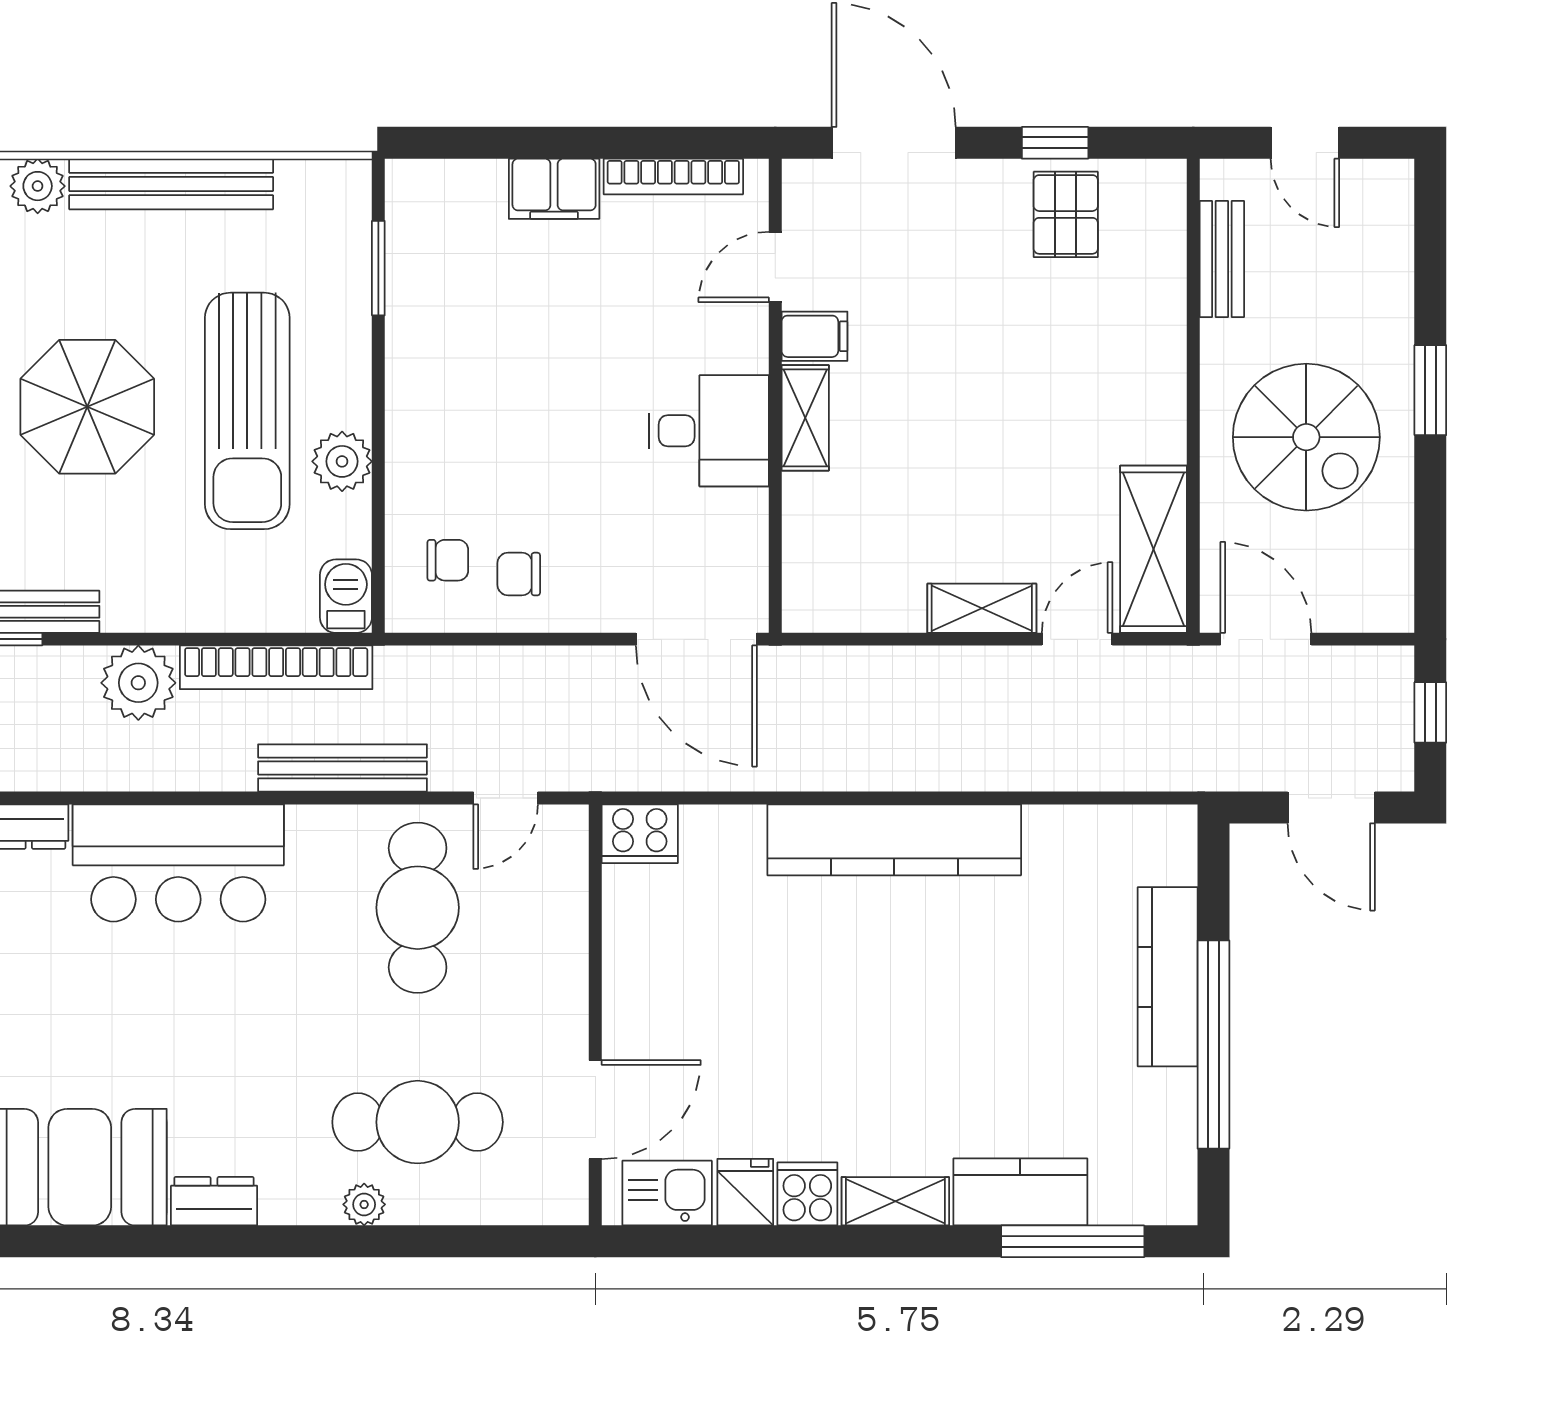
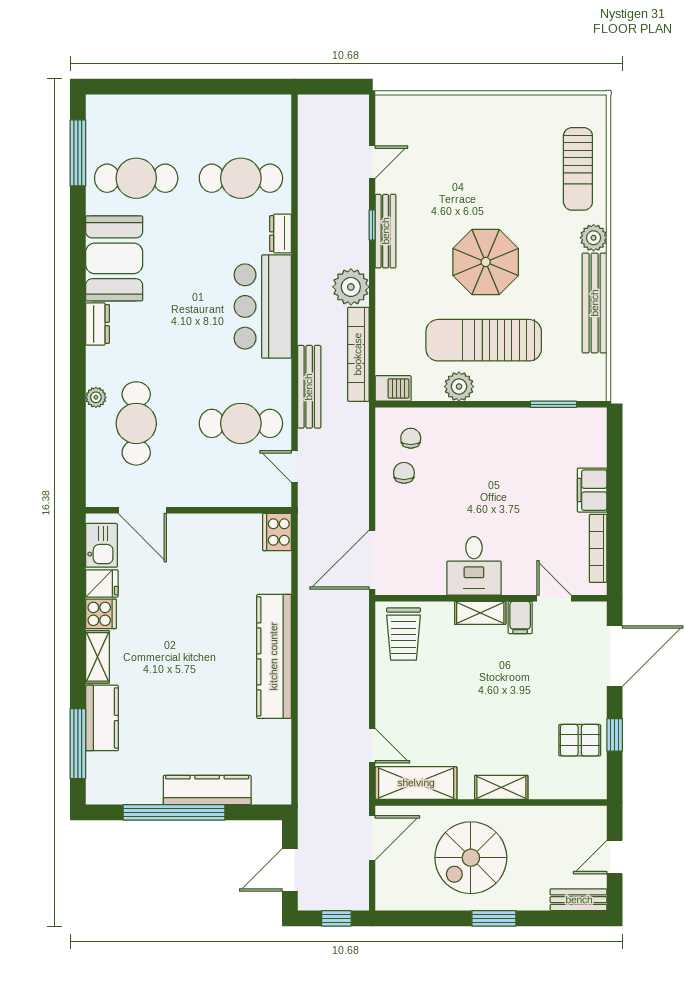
bench: (1222, 259) -> (579, 900), moved
chair: (448, 560) -> (411, 438), turned 180
trolley: (849, 575) -> (404, 634), added
shelving: (982, 608) -> (501, 787), moved, turned 90

